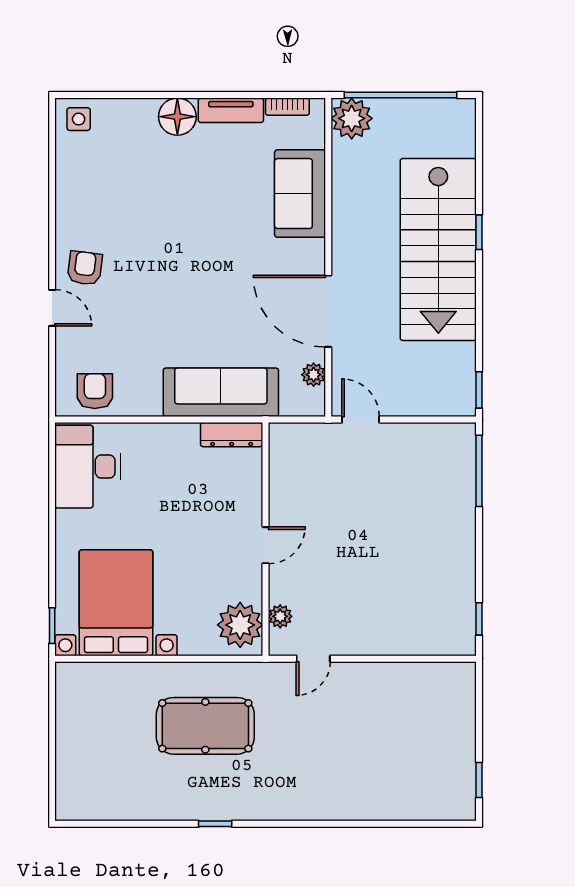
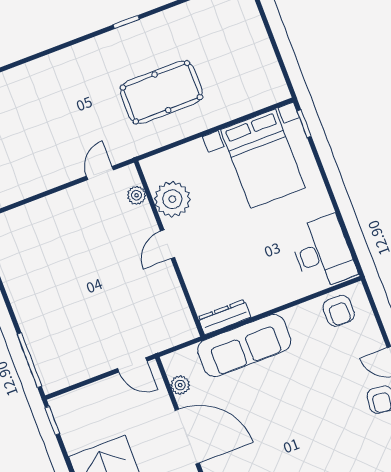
plant: (240, 625) -> (172, 199), moved

